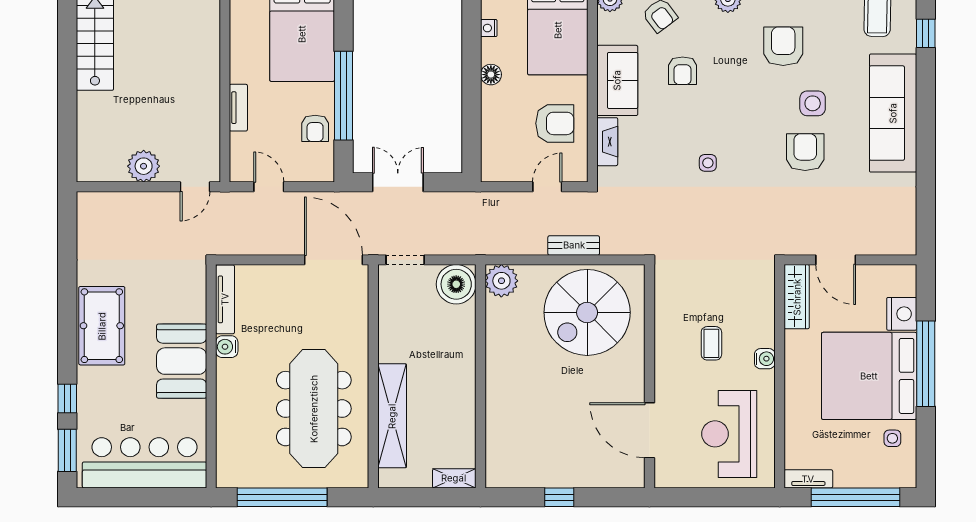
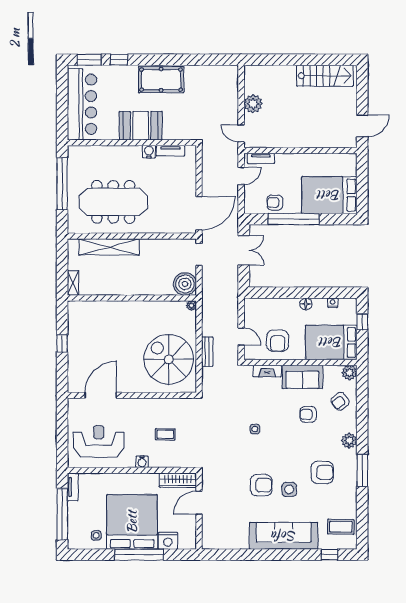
tv unit: (238, 108) -> (261, 158), moved
plant: (501, 281) -> (191, 306), width x0.53, depth x0.53
tv unit: (225, 299) -> (170, 151), width x0.71
coffee table: (711, 343) -> (165, 434), moved

